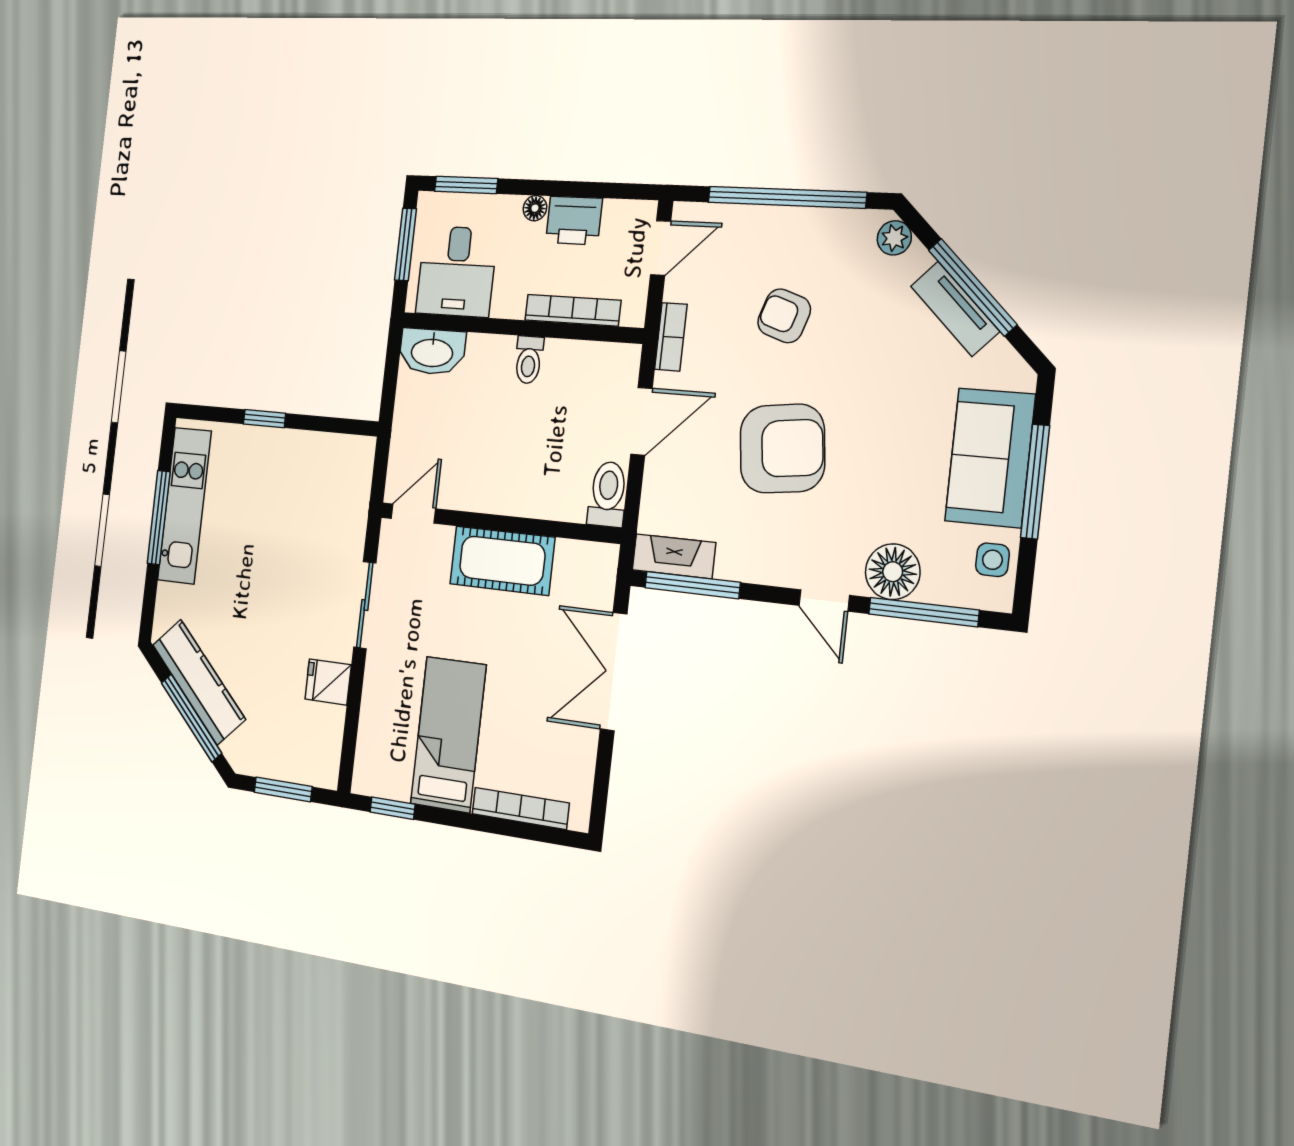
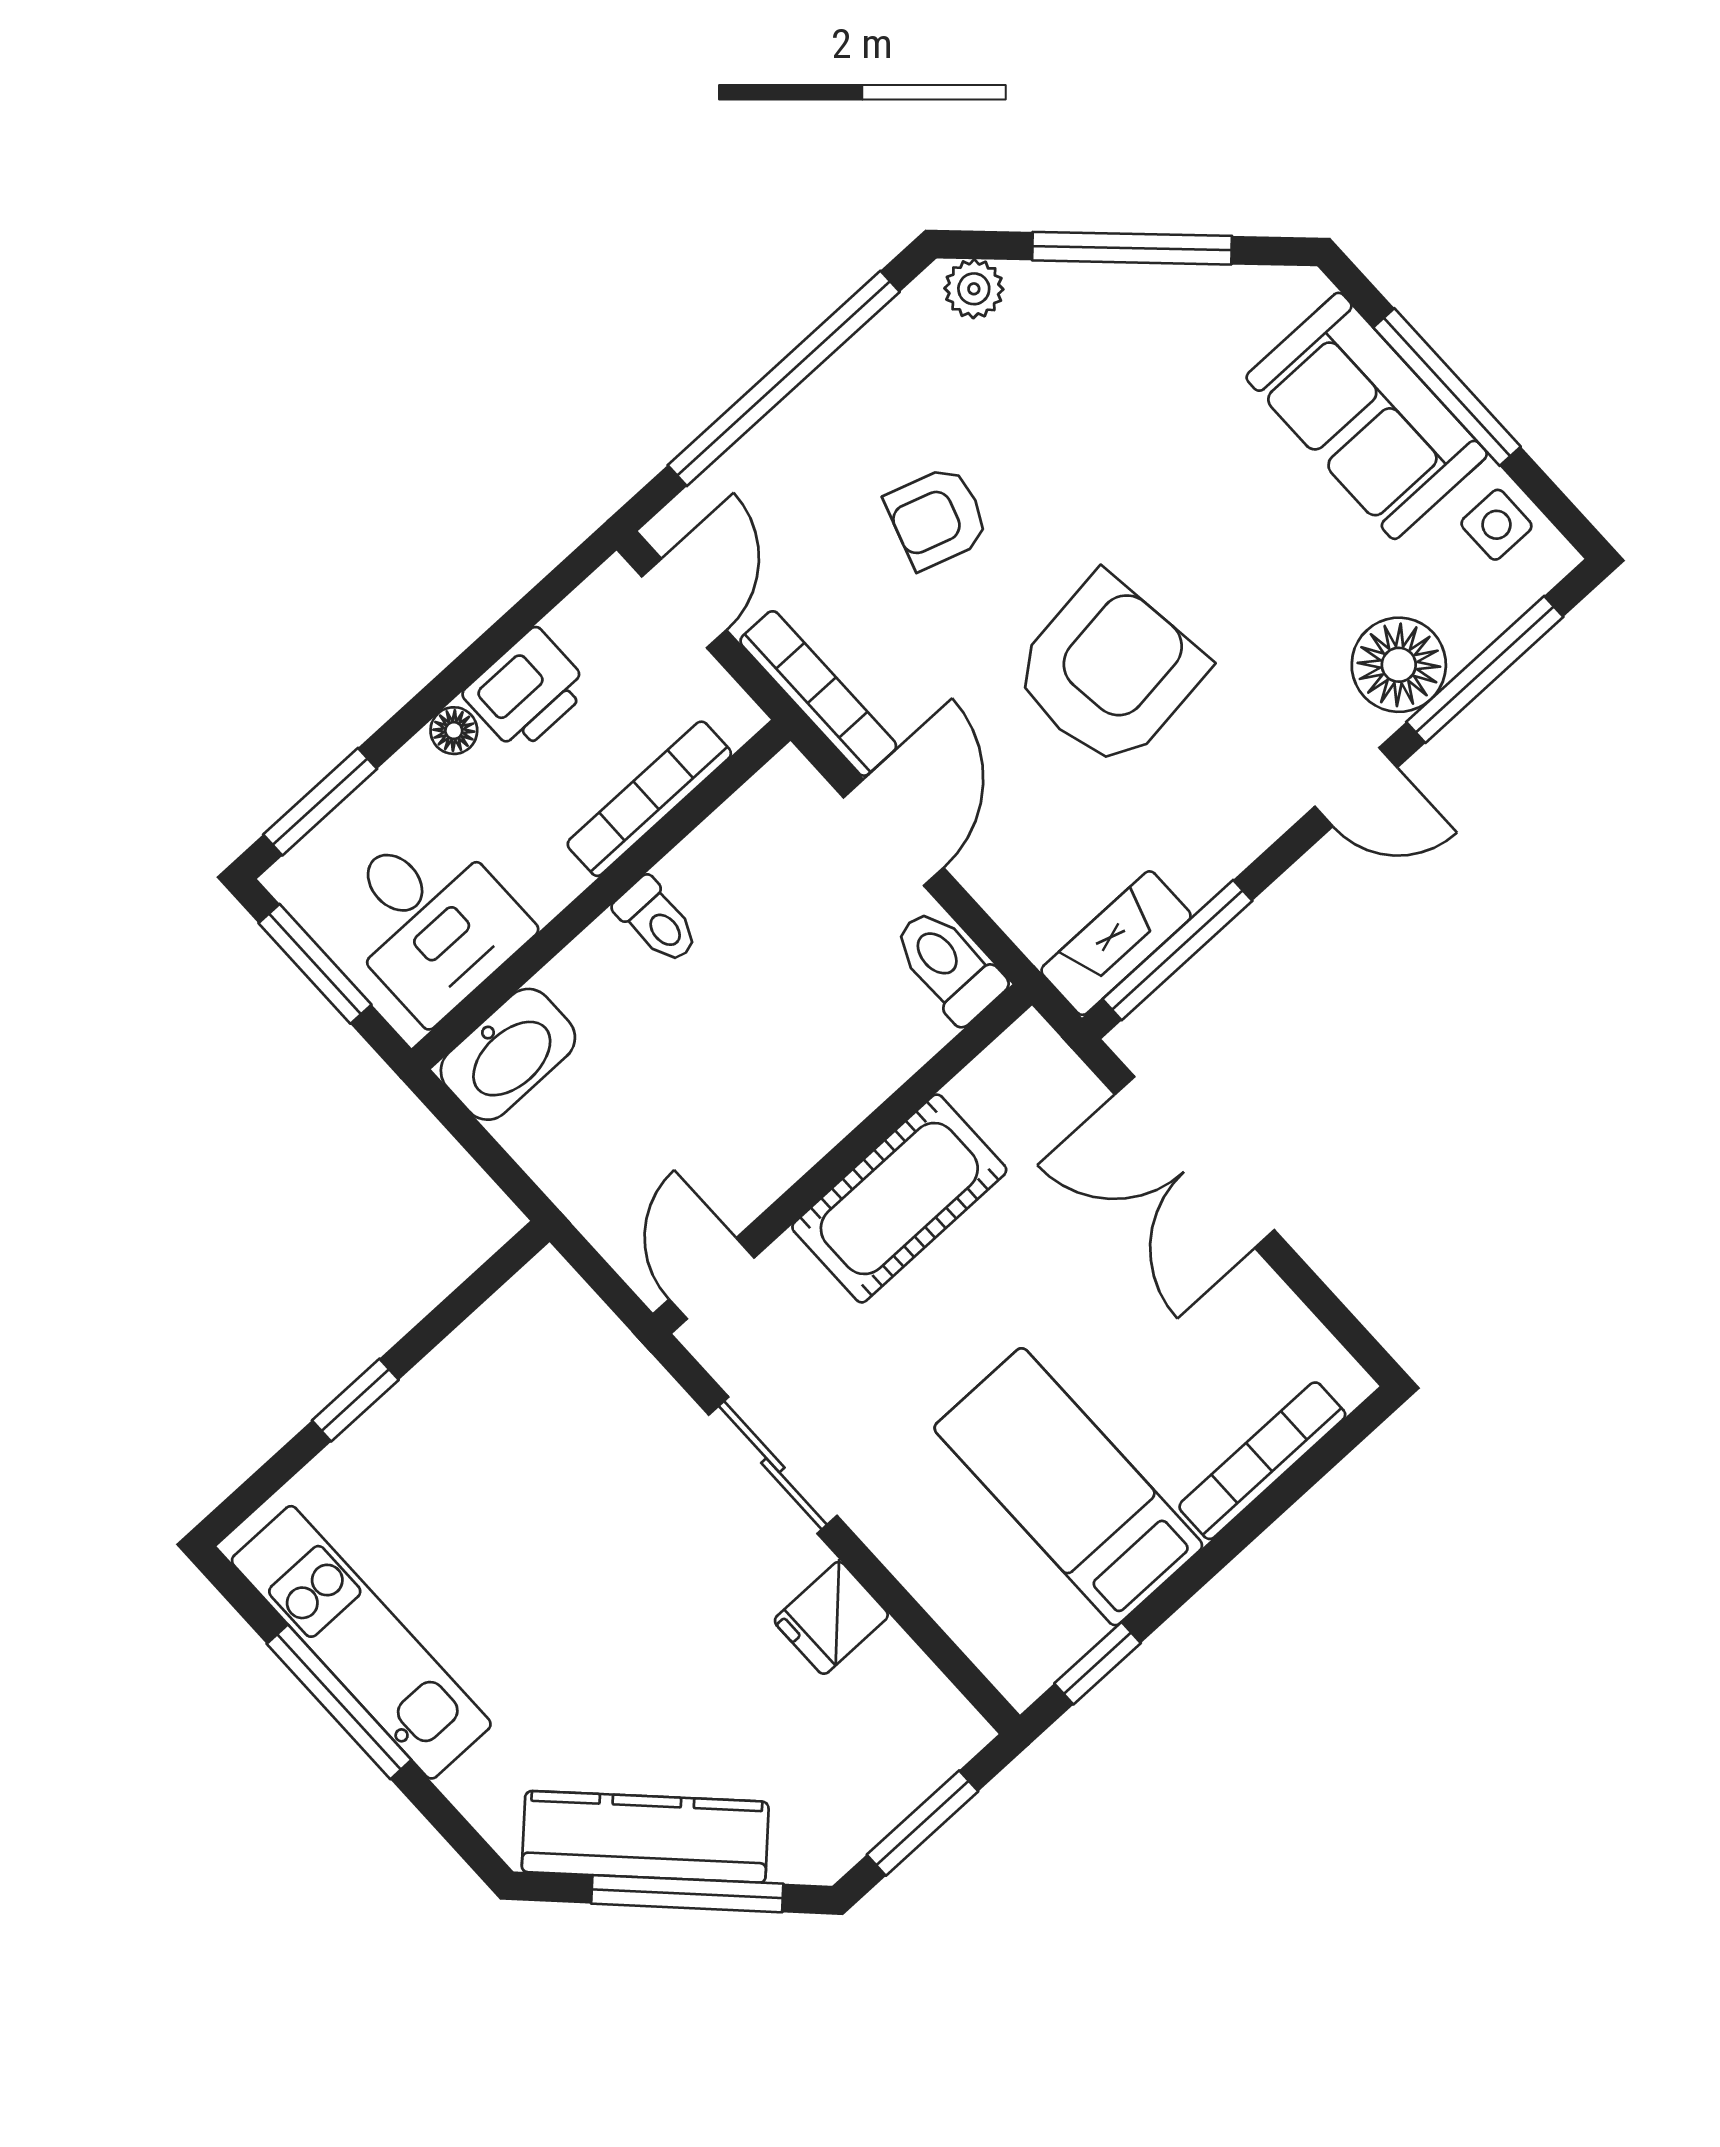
tv unit: (955, 309) -> (1138, 294), removed
bookcase: (671, 337) -> (818, 693), width x1.56

